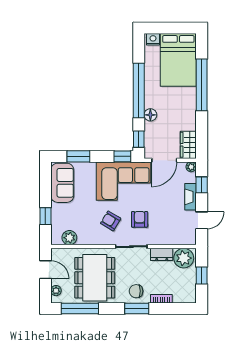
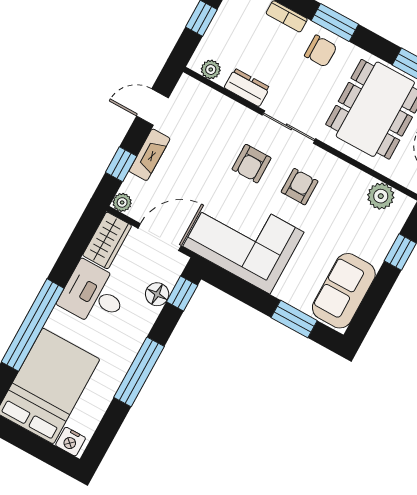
window: (139, 90) -> (139, 372), width x0.68
floor lamp: (150, 115) -> (157, 294), moved
desk: (181, 115) -> (94, 295), added
window: (122, 156) -> (224, 280), removed
armchair: (111, 221) -> (300, 187), turned -121
plant: (184, 258) -> (211, 70), width x0.53, depth x0.53

